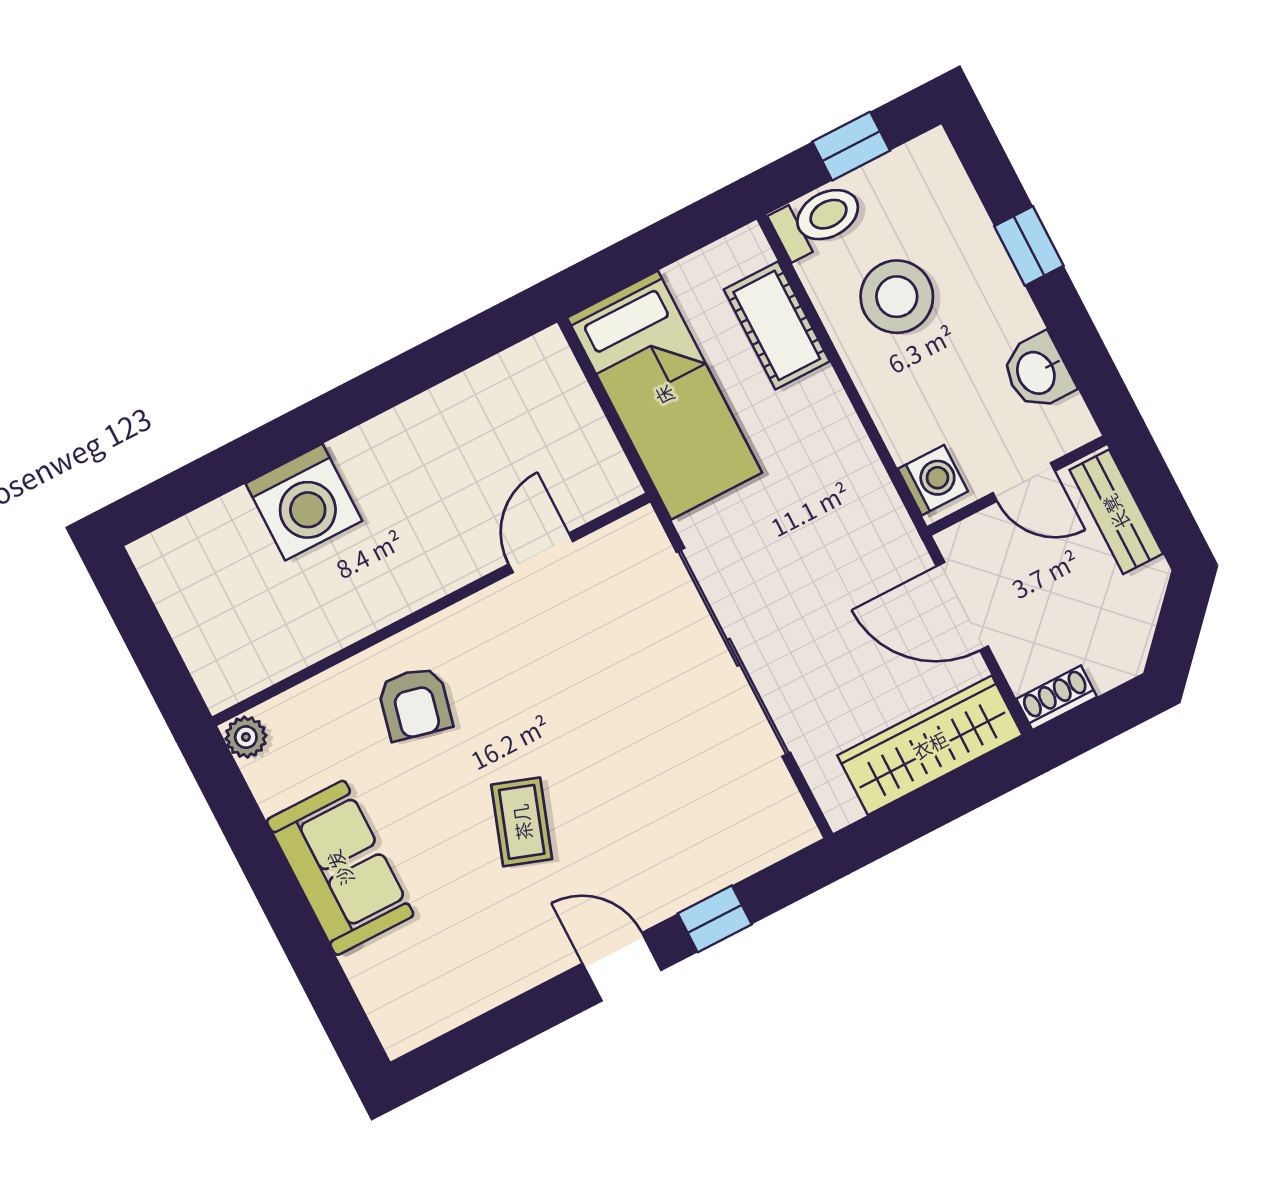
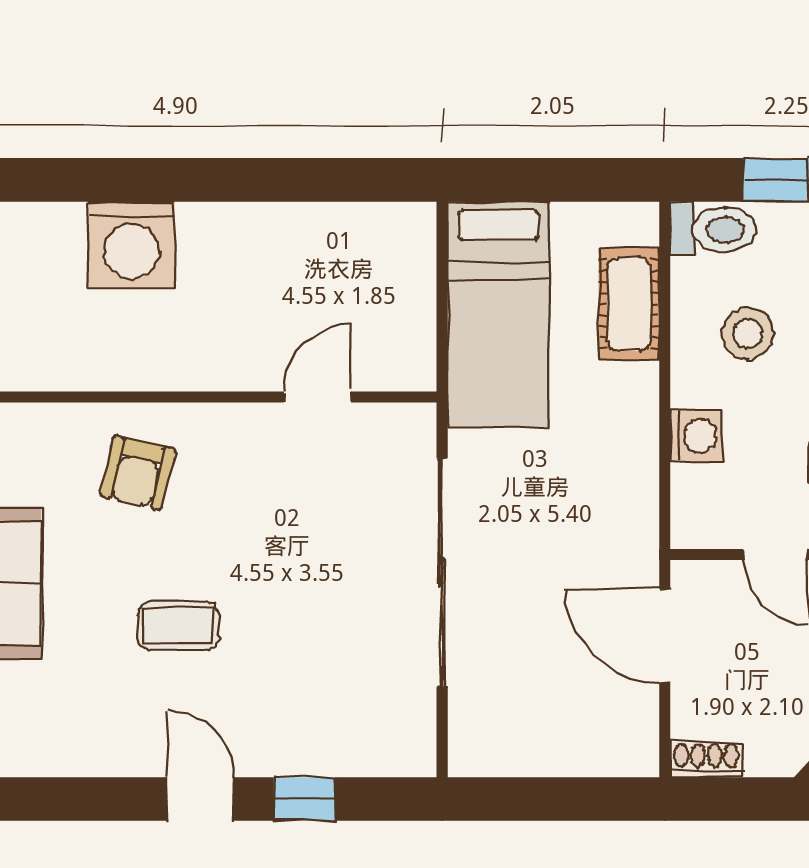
stool: (897, 297) -> (748, 333), width x0.73, depth x0.73
washing machine: (933, 480) -> (696, 436), moved
wardrobe: (930, 745) -> (573, 744), removed
coffee table: (522, 822) -> (178, 626), turned 71

